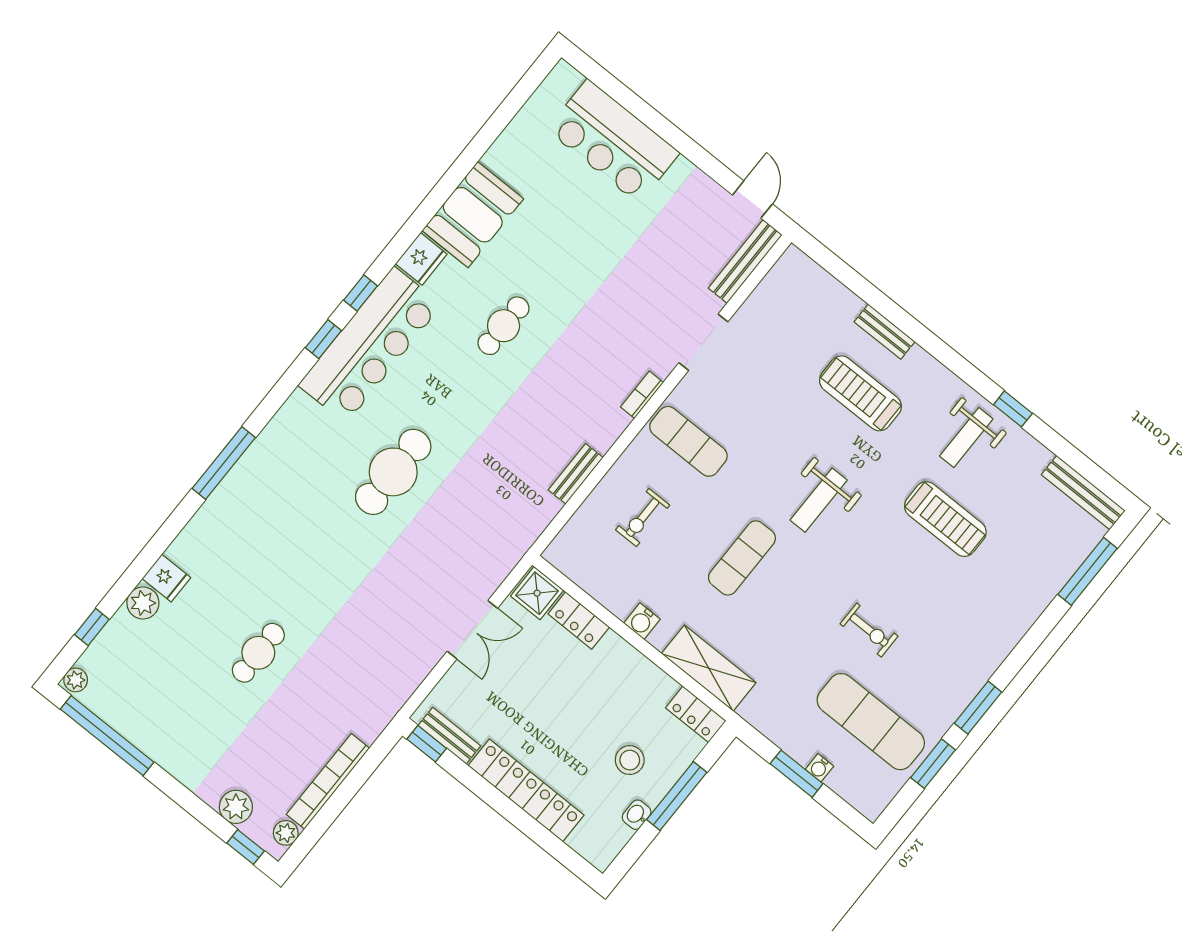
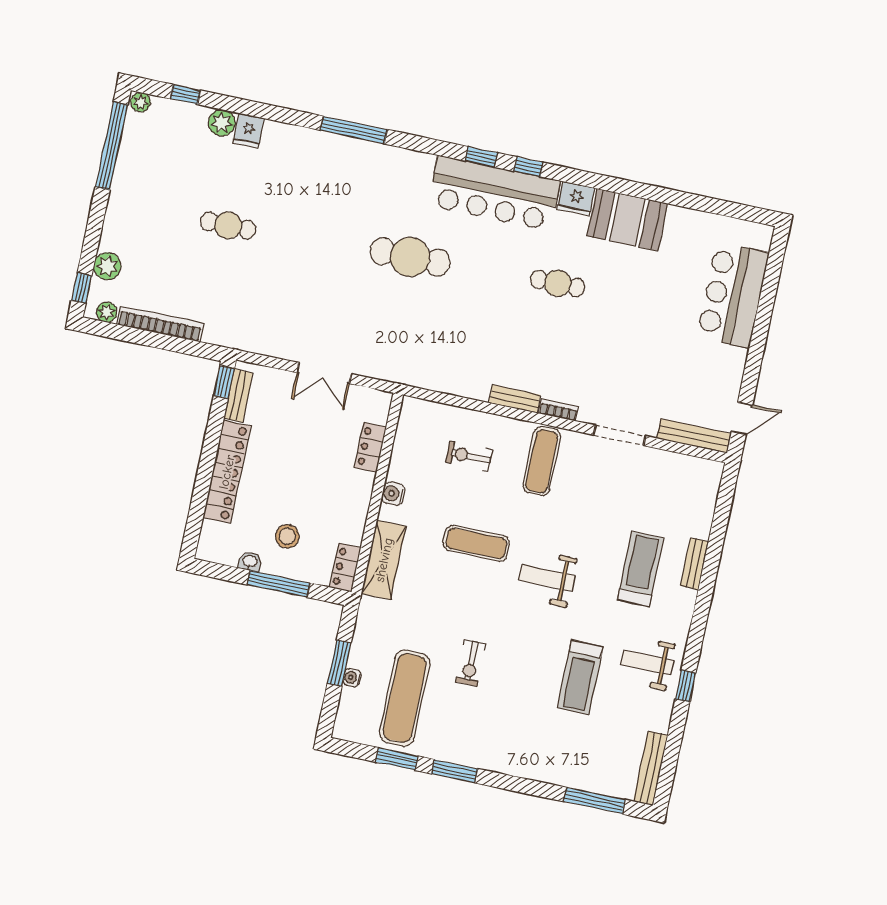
bench: (576, 474) -> (515, 399), moved
shower: (537, 593) -> (375, 407), removed

